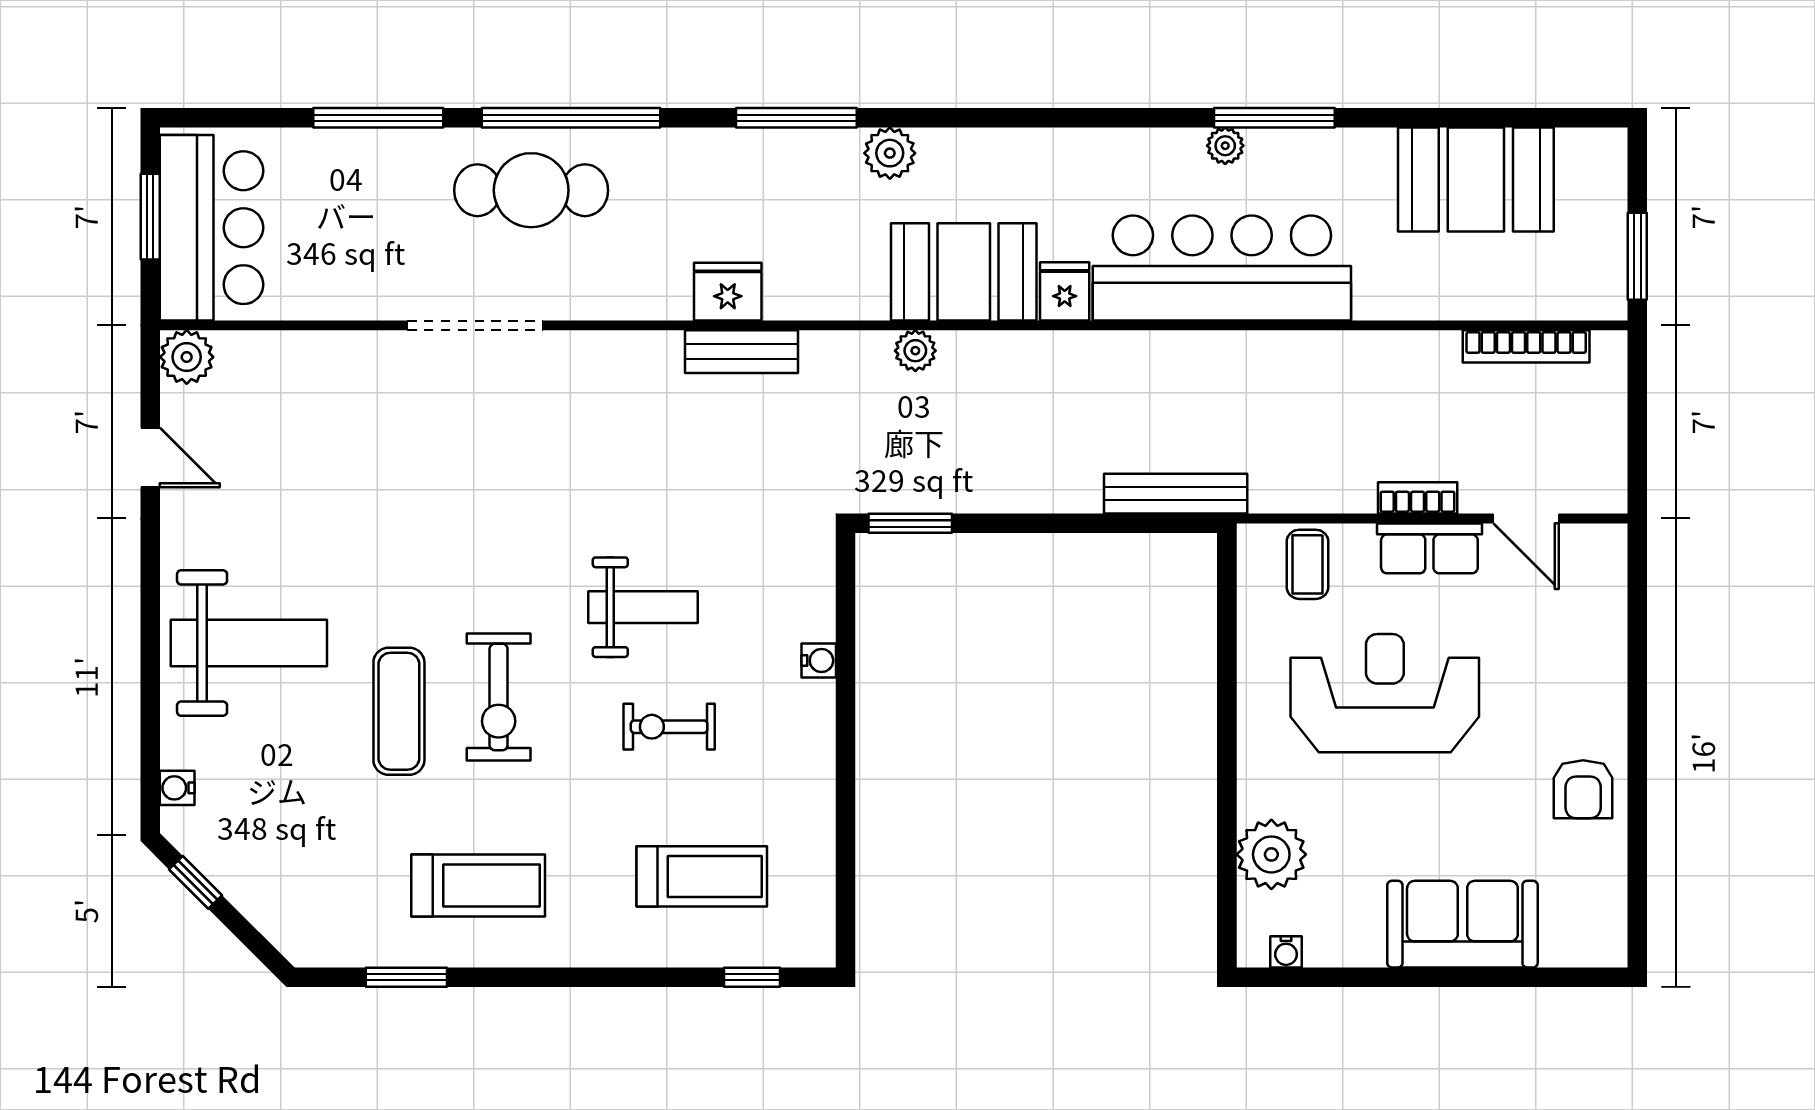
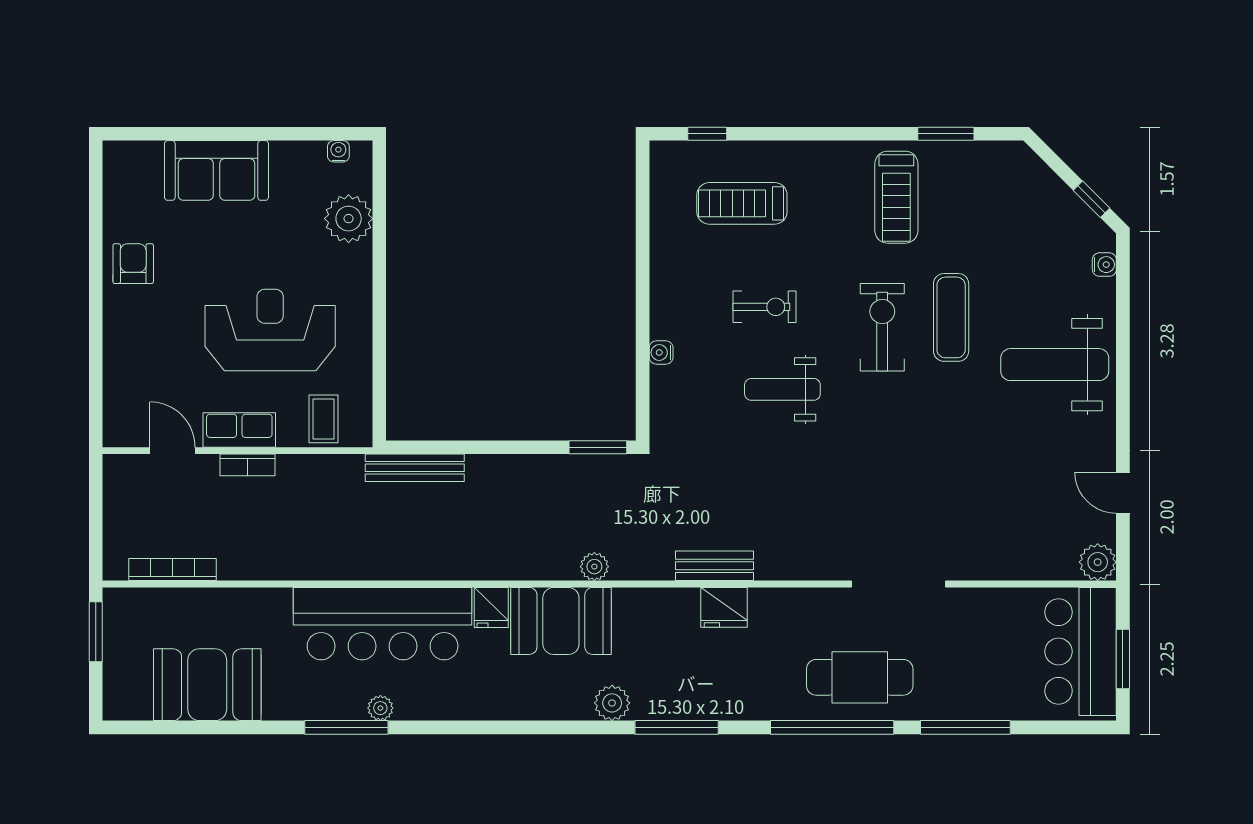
reception desk: (1385, 693) -> (270, 330), turned 180
treadmill: (478, 885) -> (896, 197), turned -90

